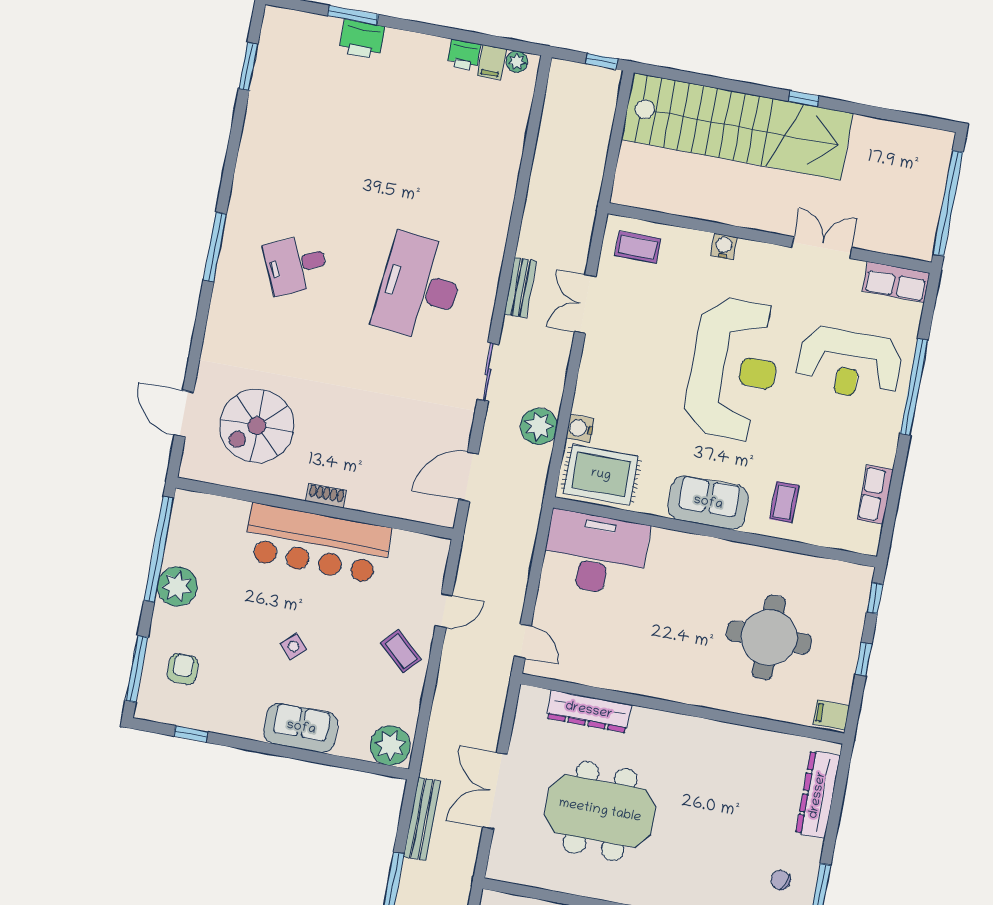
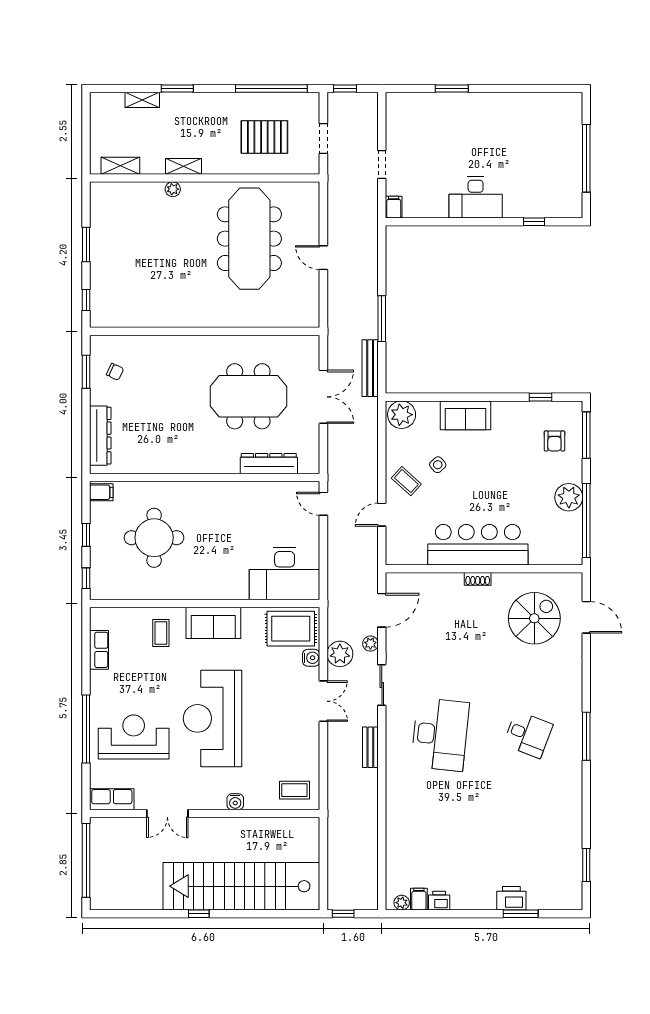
desk: (296, 265) -> (528, 735), turned 45
double door: (585, 304) -> (323, 701), moved
plant: (493, 433) -> (370, 644), added
side table: (294, 646) -> (438, 465), moved

